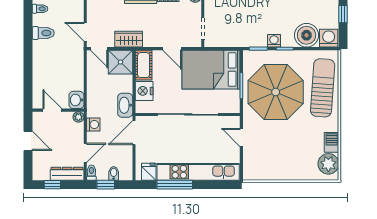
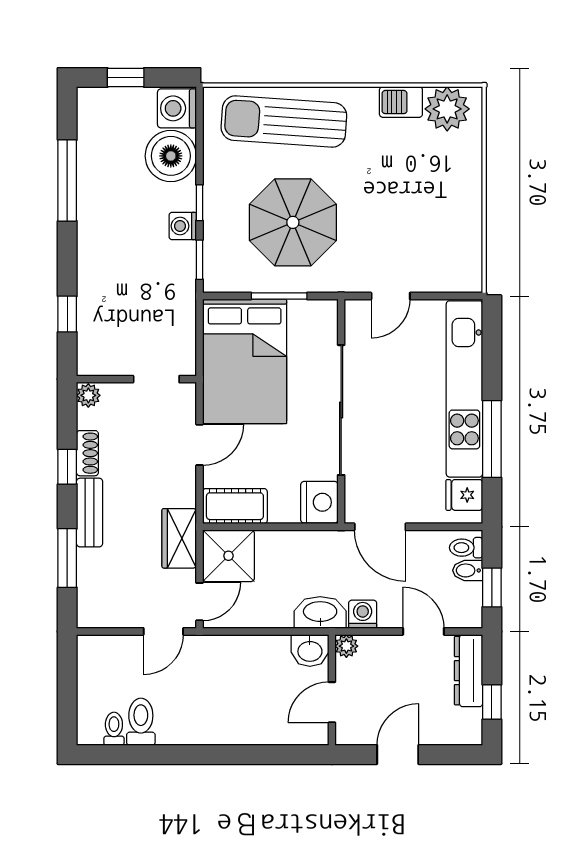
toilet: (43, 33) -> (141, 722), moved
nightstand: (144, 91) -> (319, 502), moved, turned -90
parasol: (276, 92) -> (293, 222), width x0.73, depth x0.73
washbasin: (125, 105) -> (320, 612), moved, turned 180
toilet: (91, 173) -> (466, 548), moved

